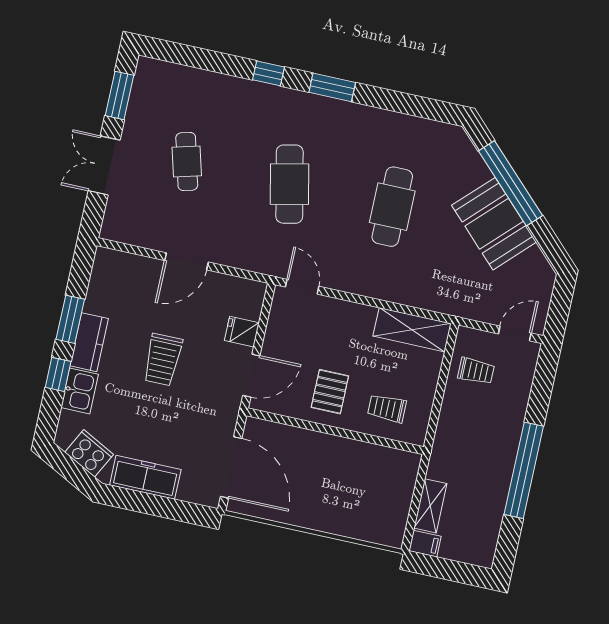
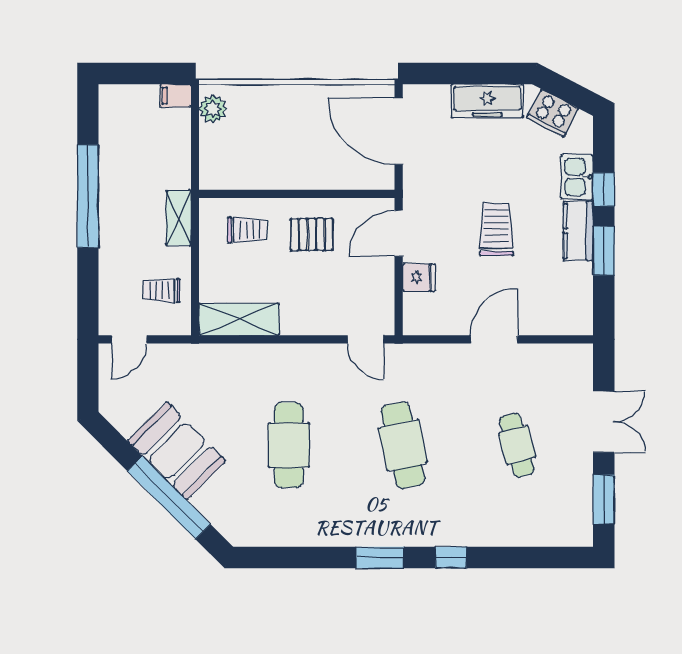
pallet: (330, 392) -> (312, 235), turned 90
shelving: (430, 506) -> (179, 218), moved
plant: (394, 524) -> (213, 109), added

